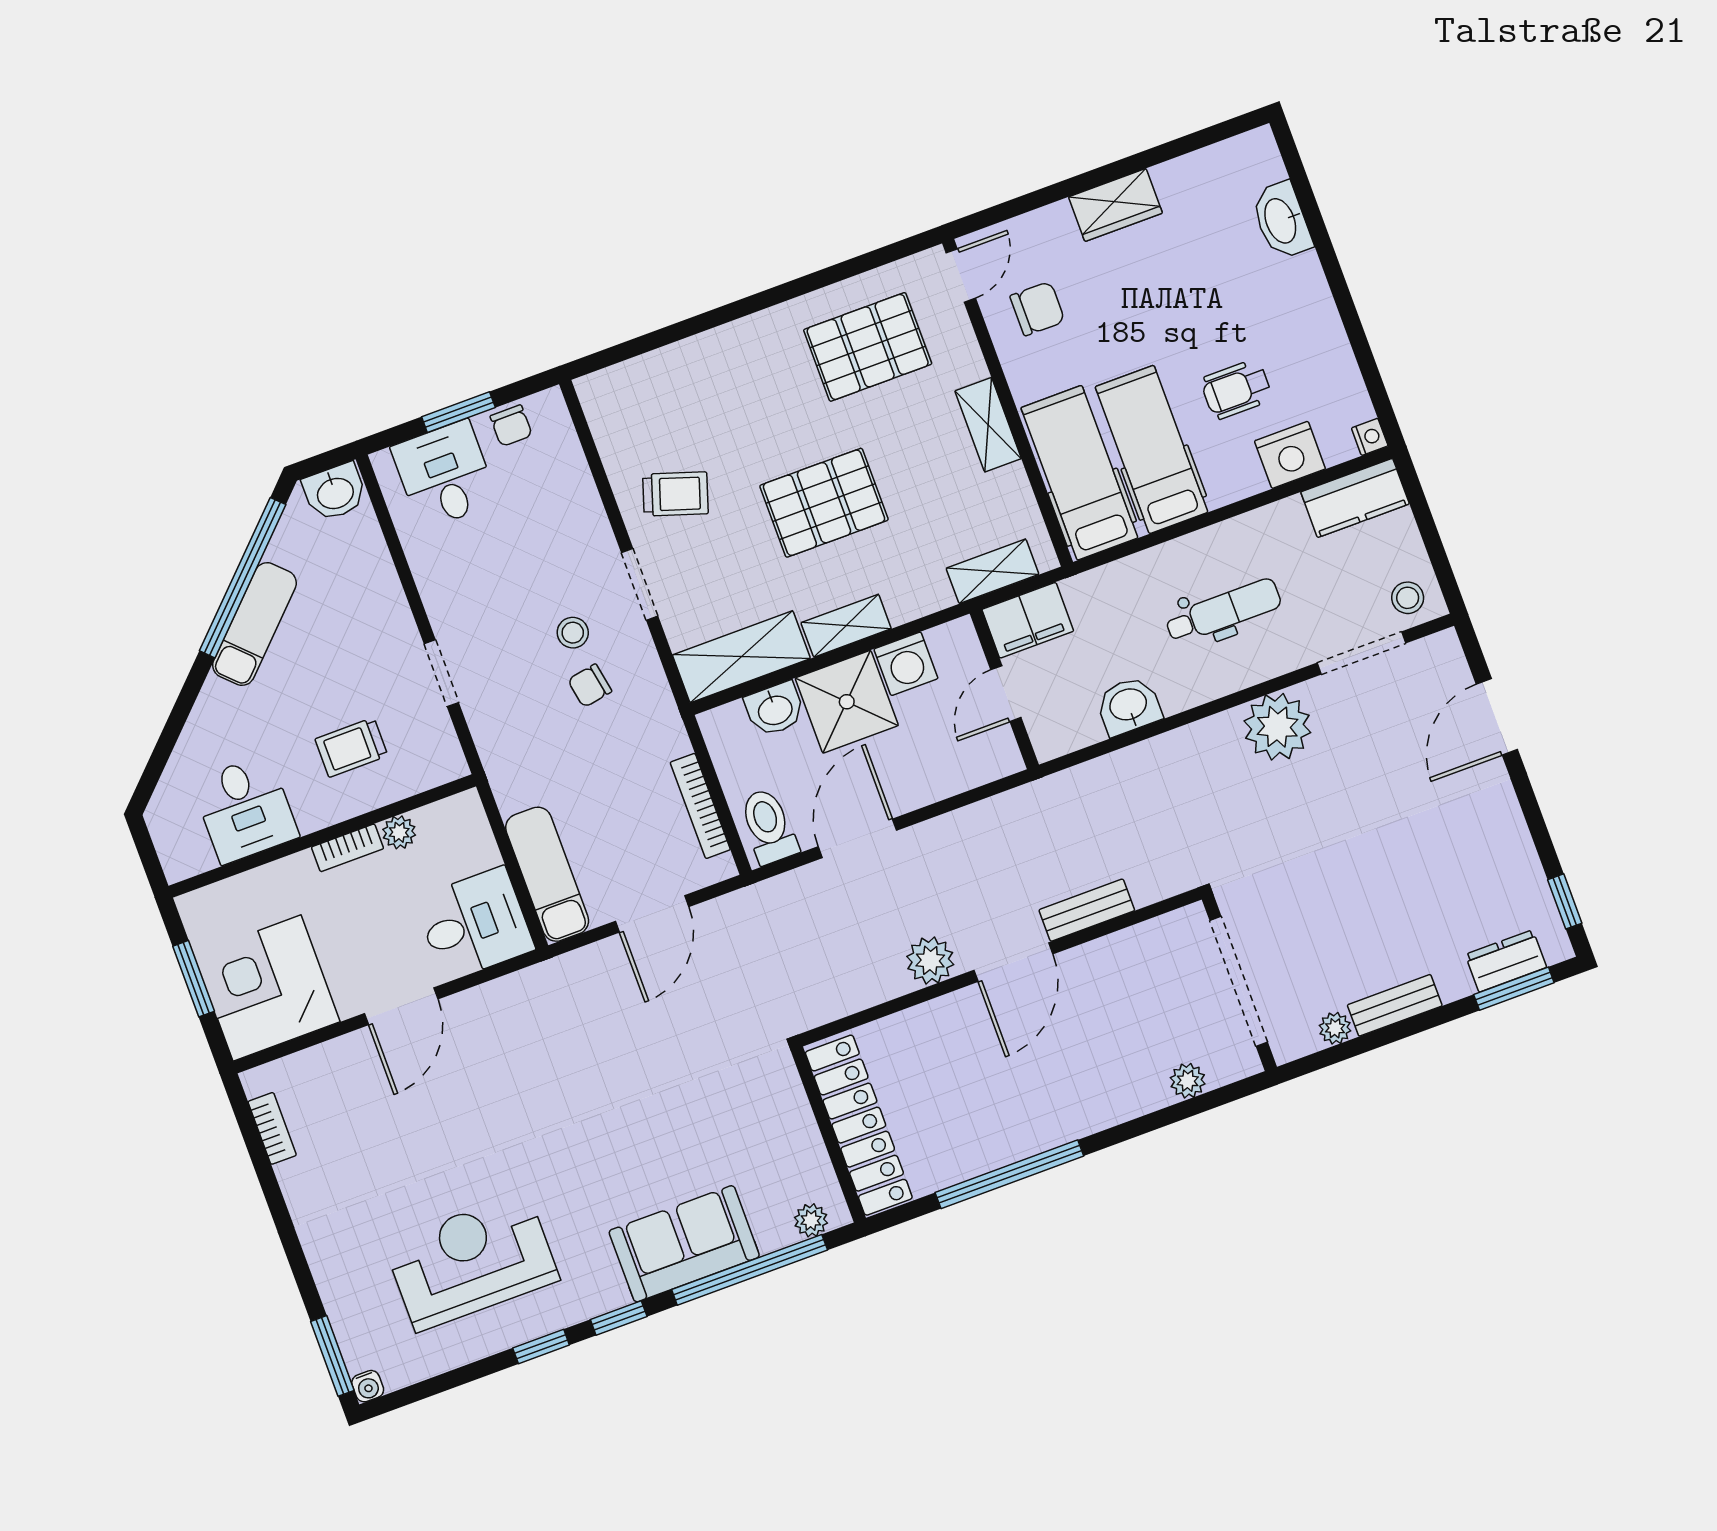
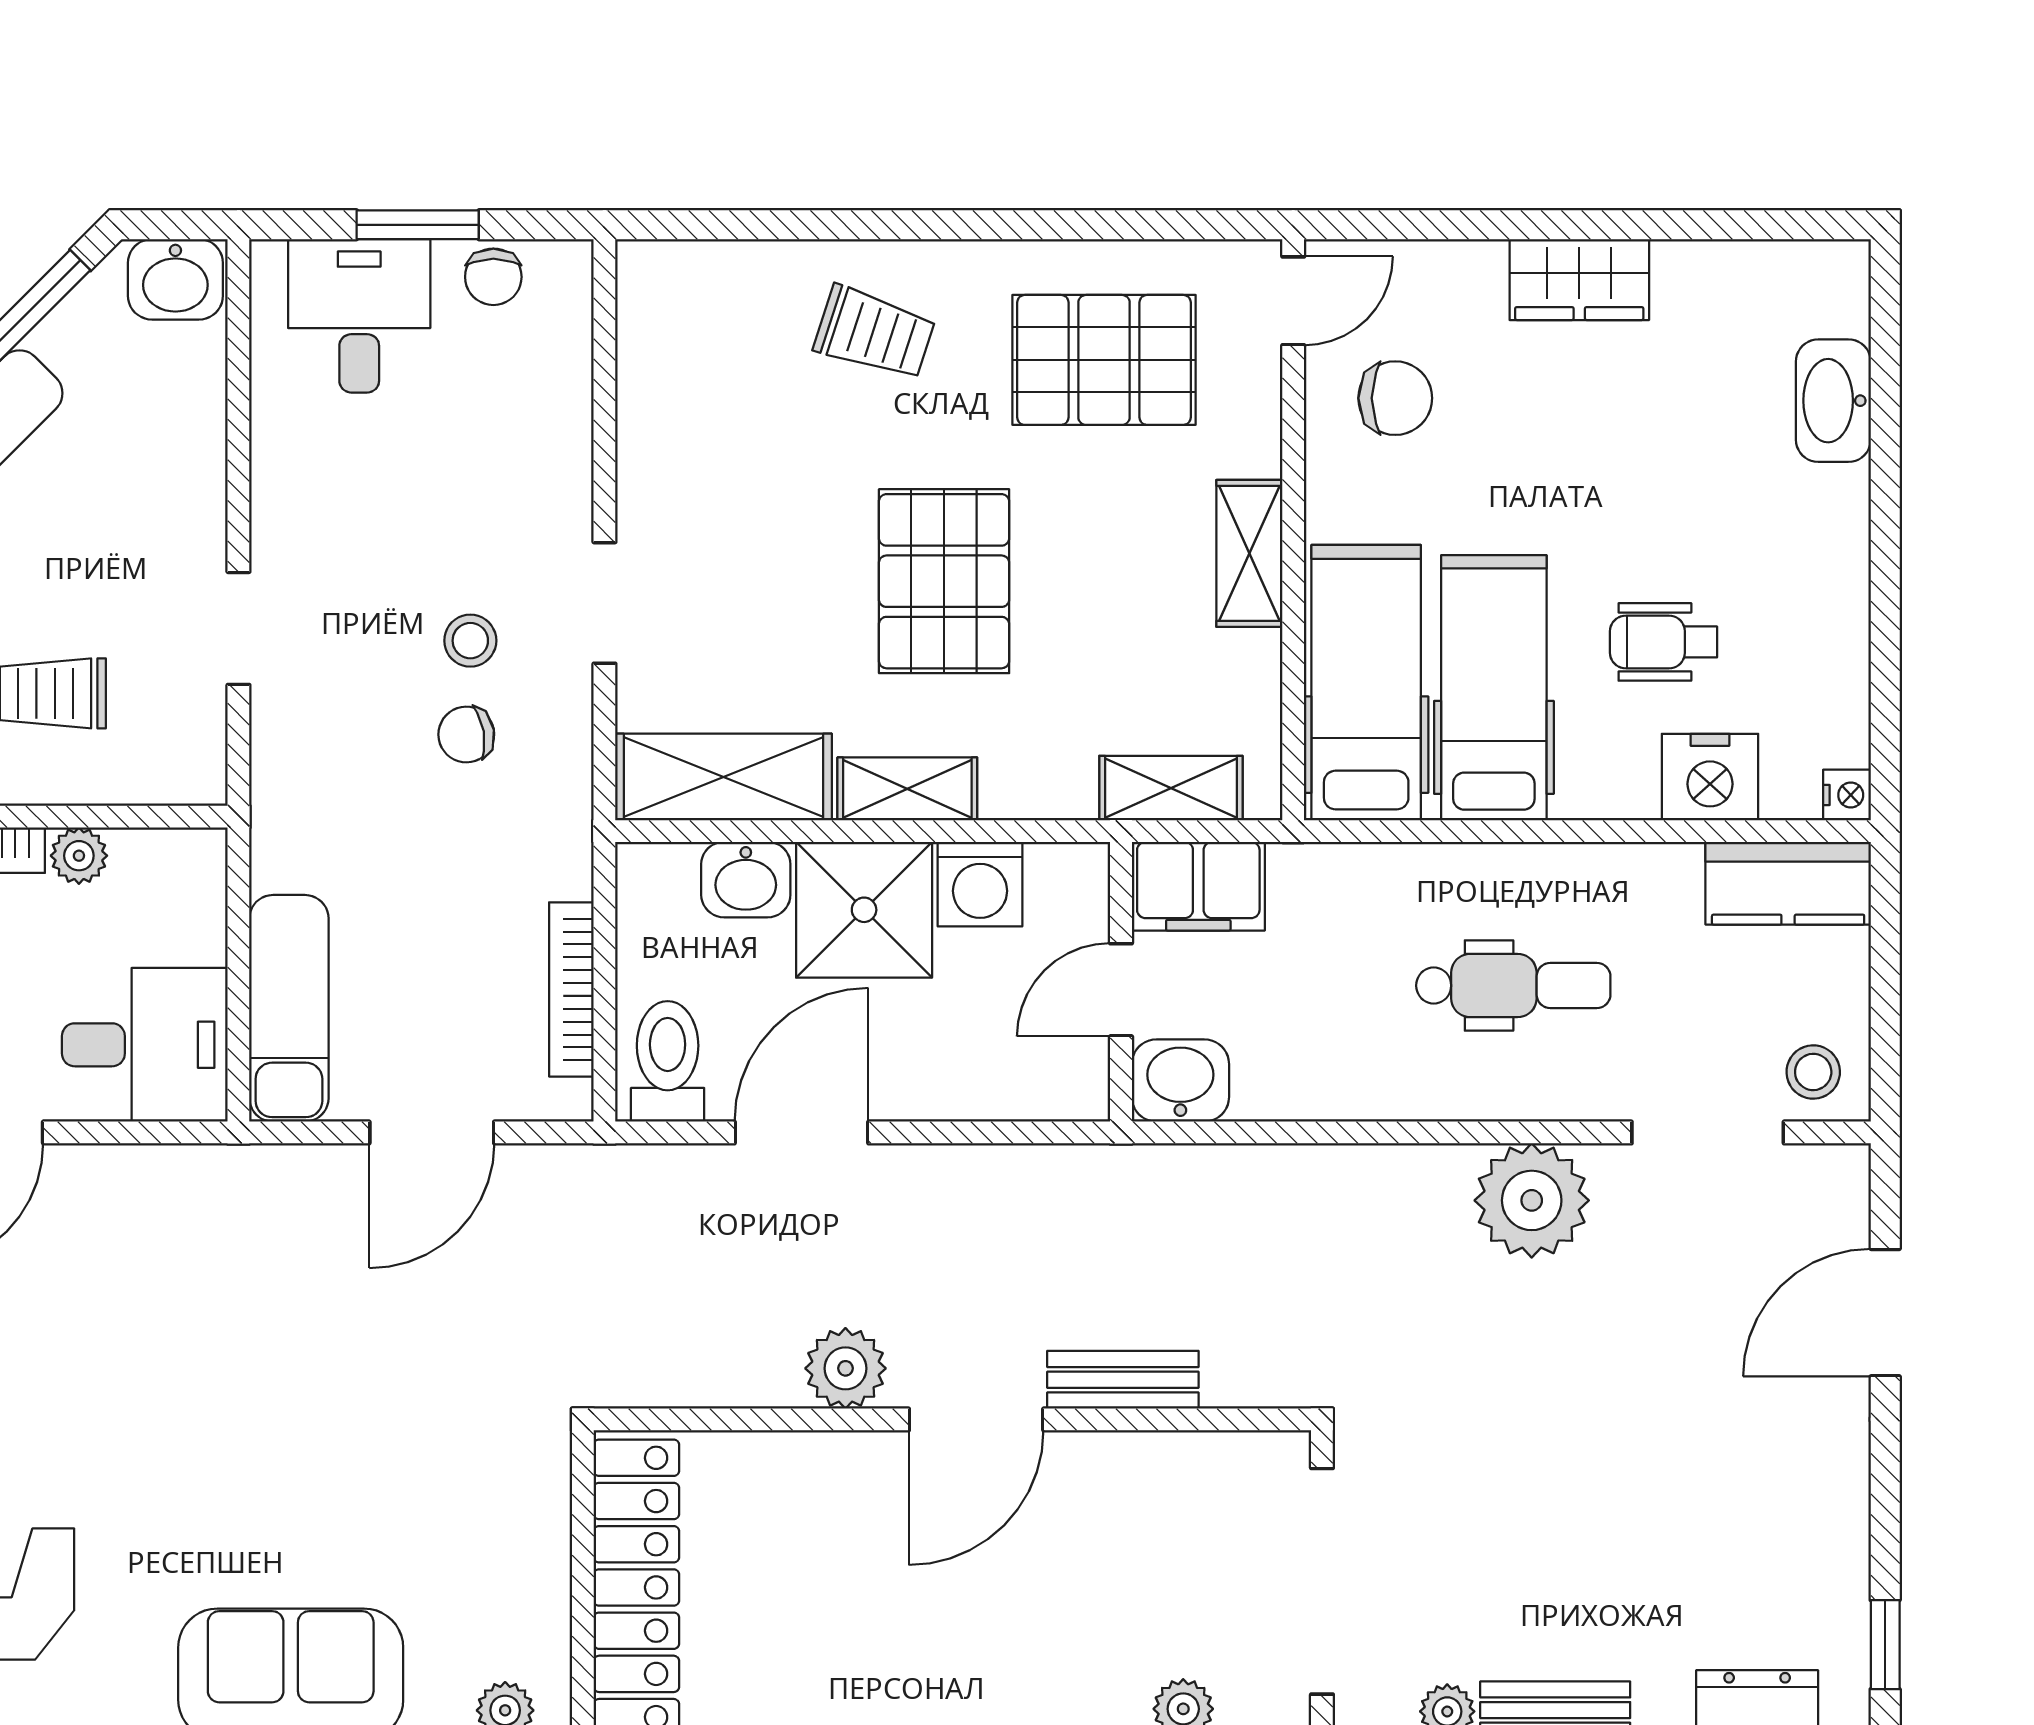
trolley: (675, 494) -> (874, 333), moved
pallet: (824, 503) -> (944, 581), turned 90
washbasin: (1129, 706) -> (1180, 1081), moved

